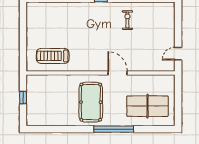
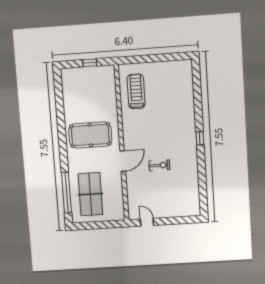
exercise bike: (127, 20) -> (159, 165), moved
window: (114, 129) -> (66, 193), moved

